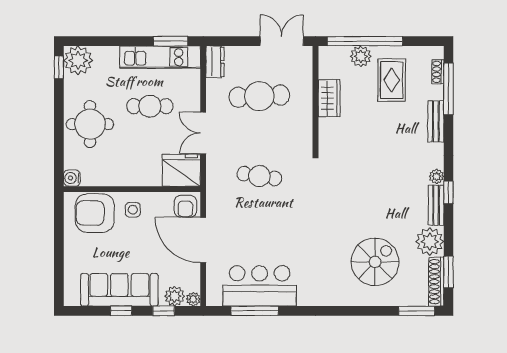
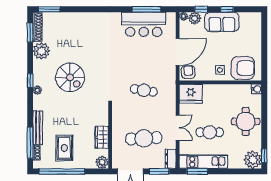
window: (234, 41) -> (159, 171), added
window: (365, 41) -> (62, 171), moved
plant: (361, 56) -> (102, 162), moved
bench: (436, 121) -> (38, 128), width x1.36
double door: (203, 133) -> (178, 128), moved
bench: (436, 205) -> (38, 73), removed
door: (203, 240) -> (178, 52), hinge flipped
spiral stairs: (375, 262) -> (70, 77), moved, turned -90
sofa: (119, 290) -> (222, 22), width x0.73

